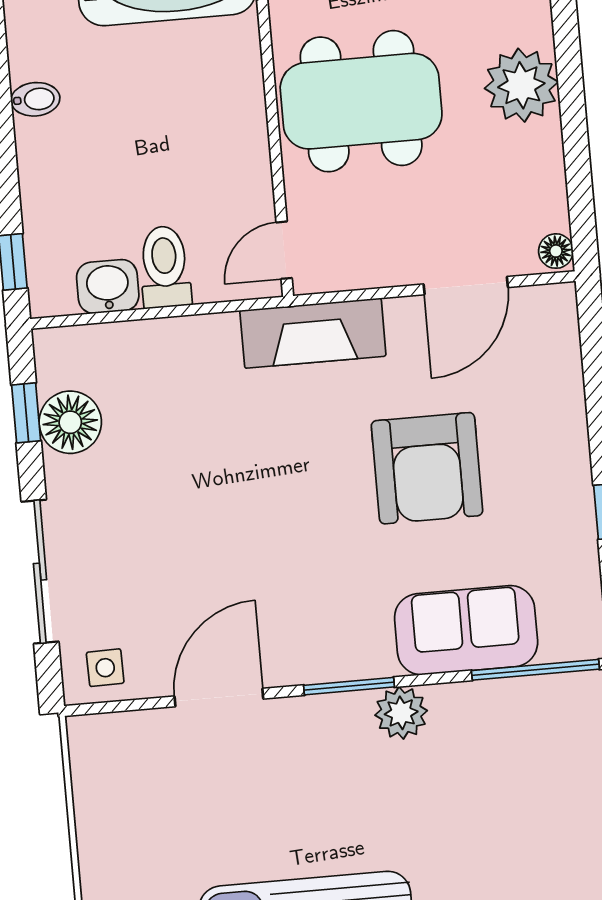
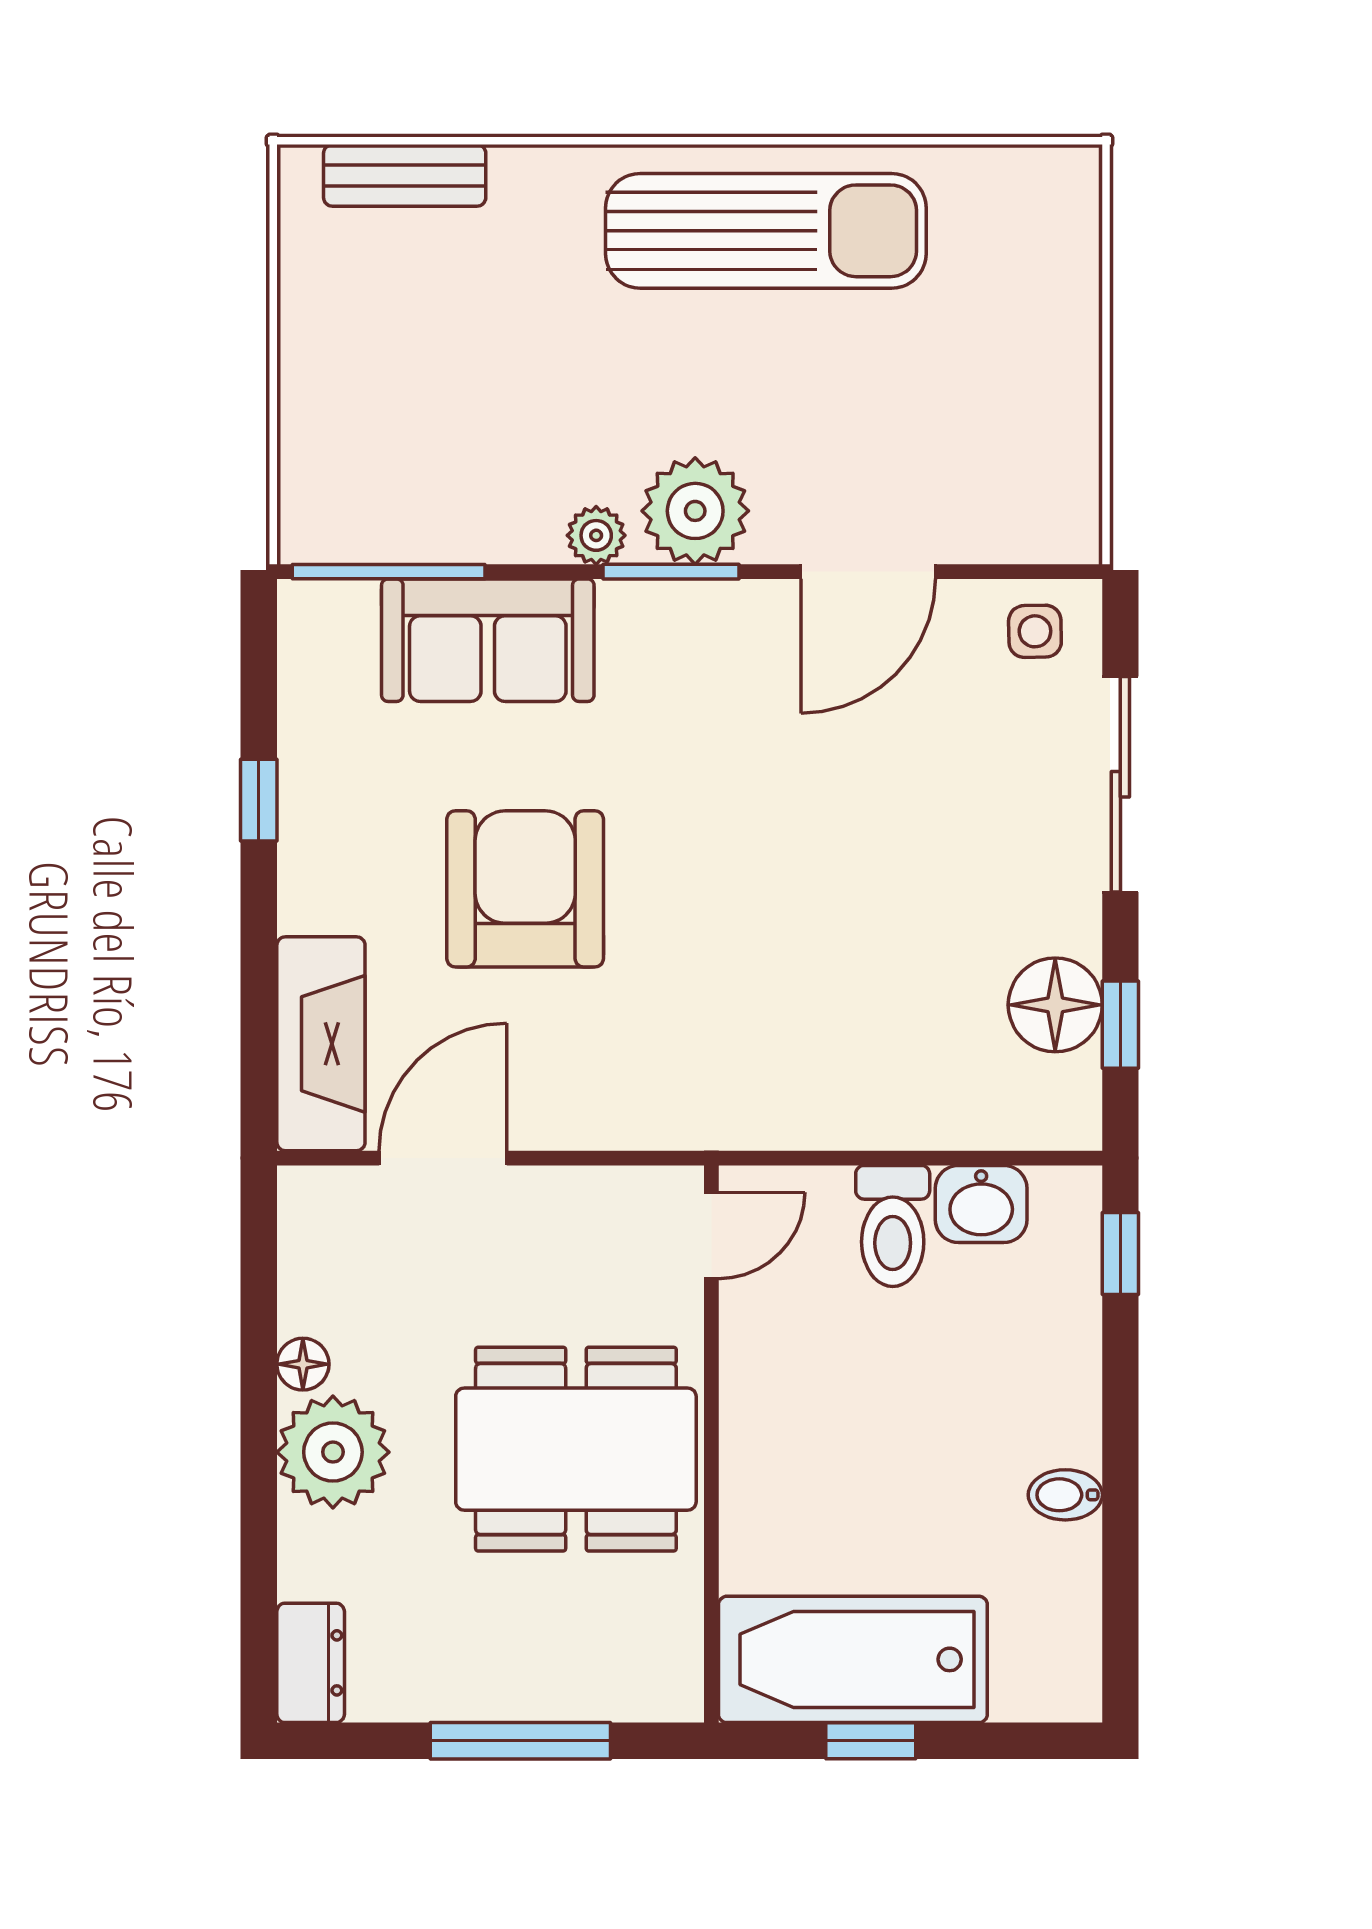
floor lamp: (556, 251) -> (303, 1364), moved
fireplace: (313, 333) -> (321, 1044), moved, turned 90
plant: (401, 713) -> (596, 535), width x0.73, depth x0.73
plant: (337, 728) -> (695, 511), added

